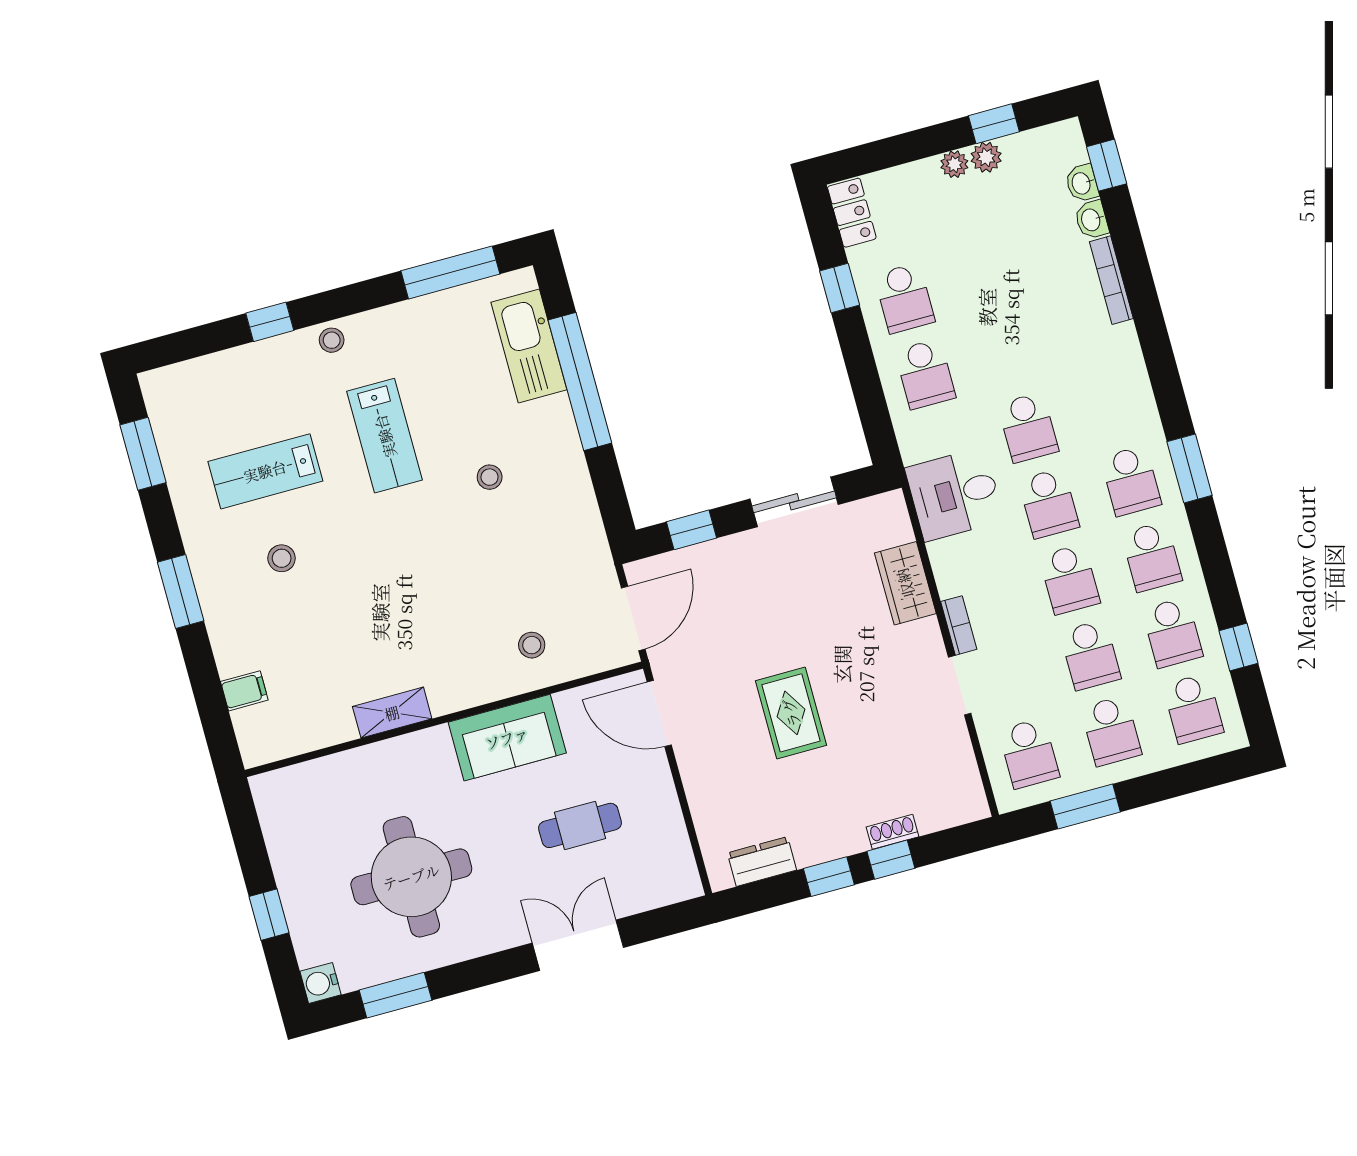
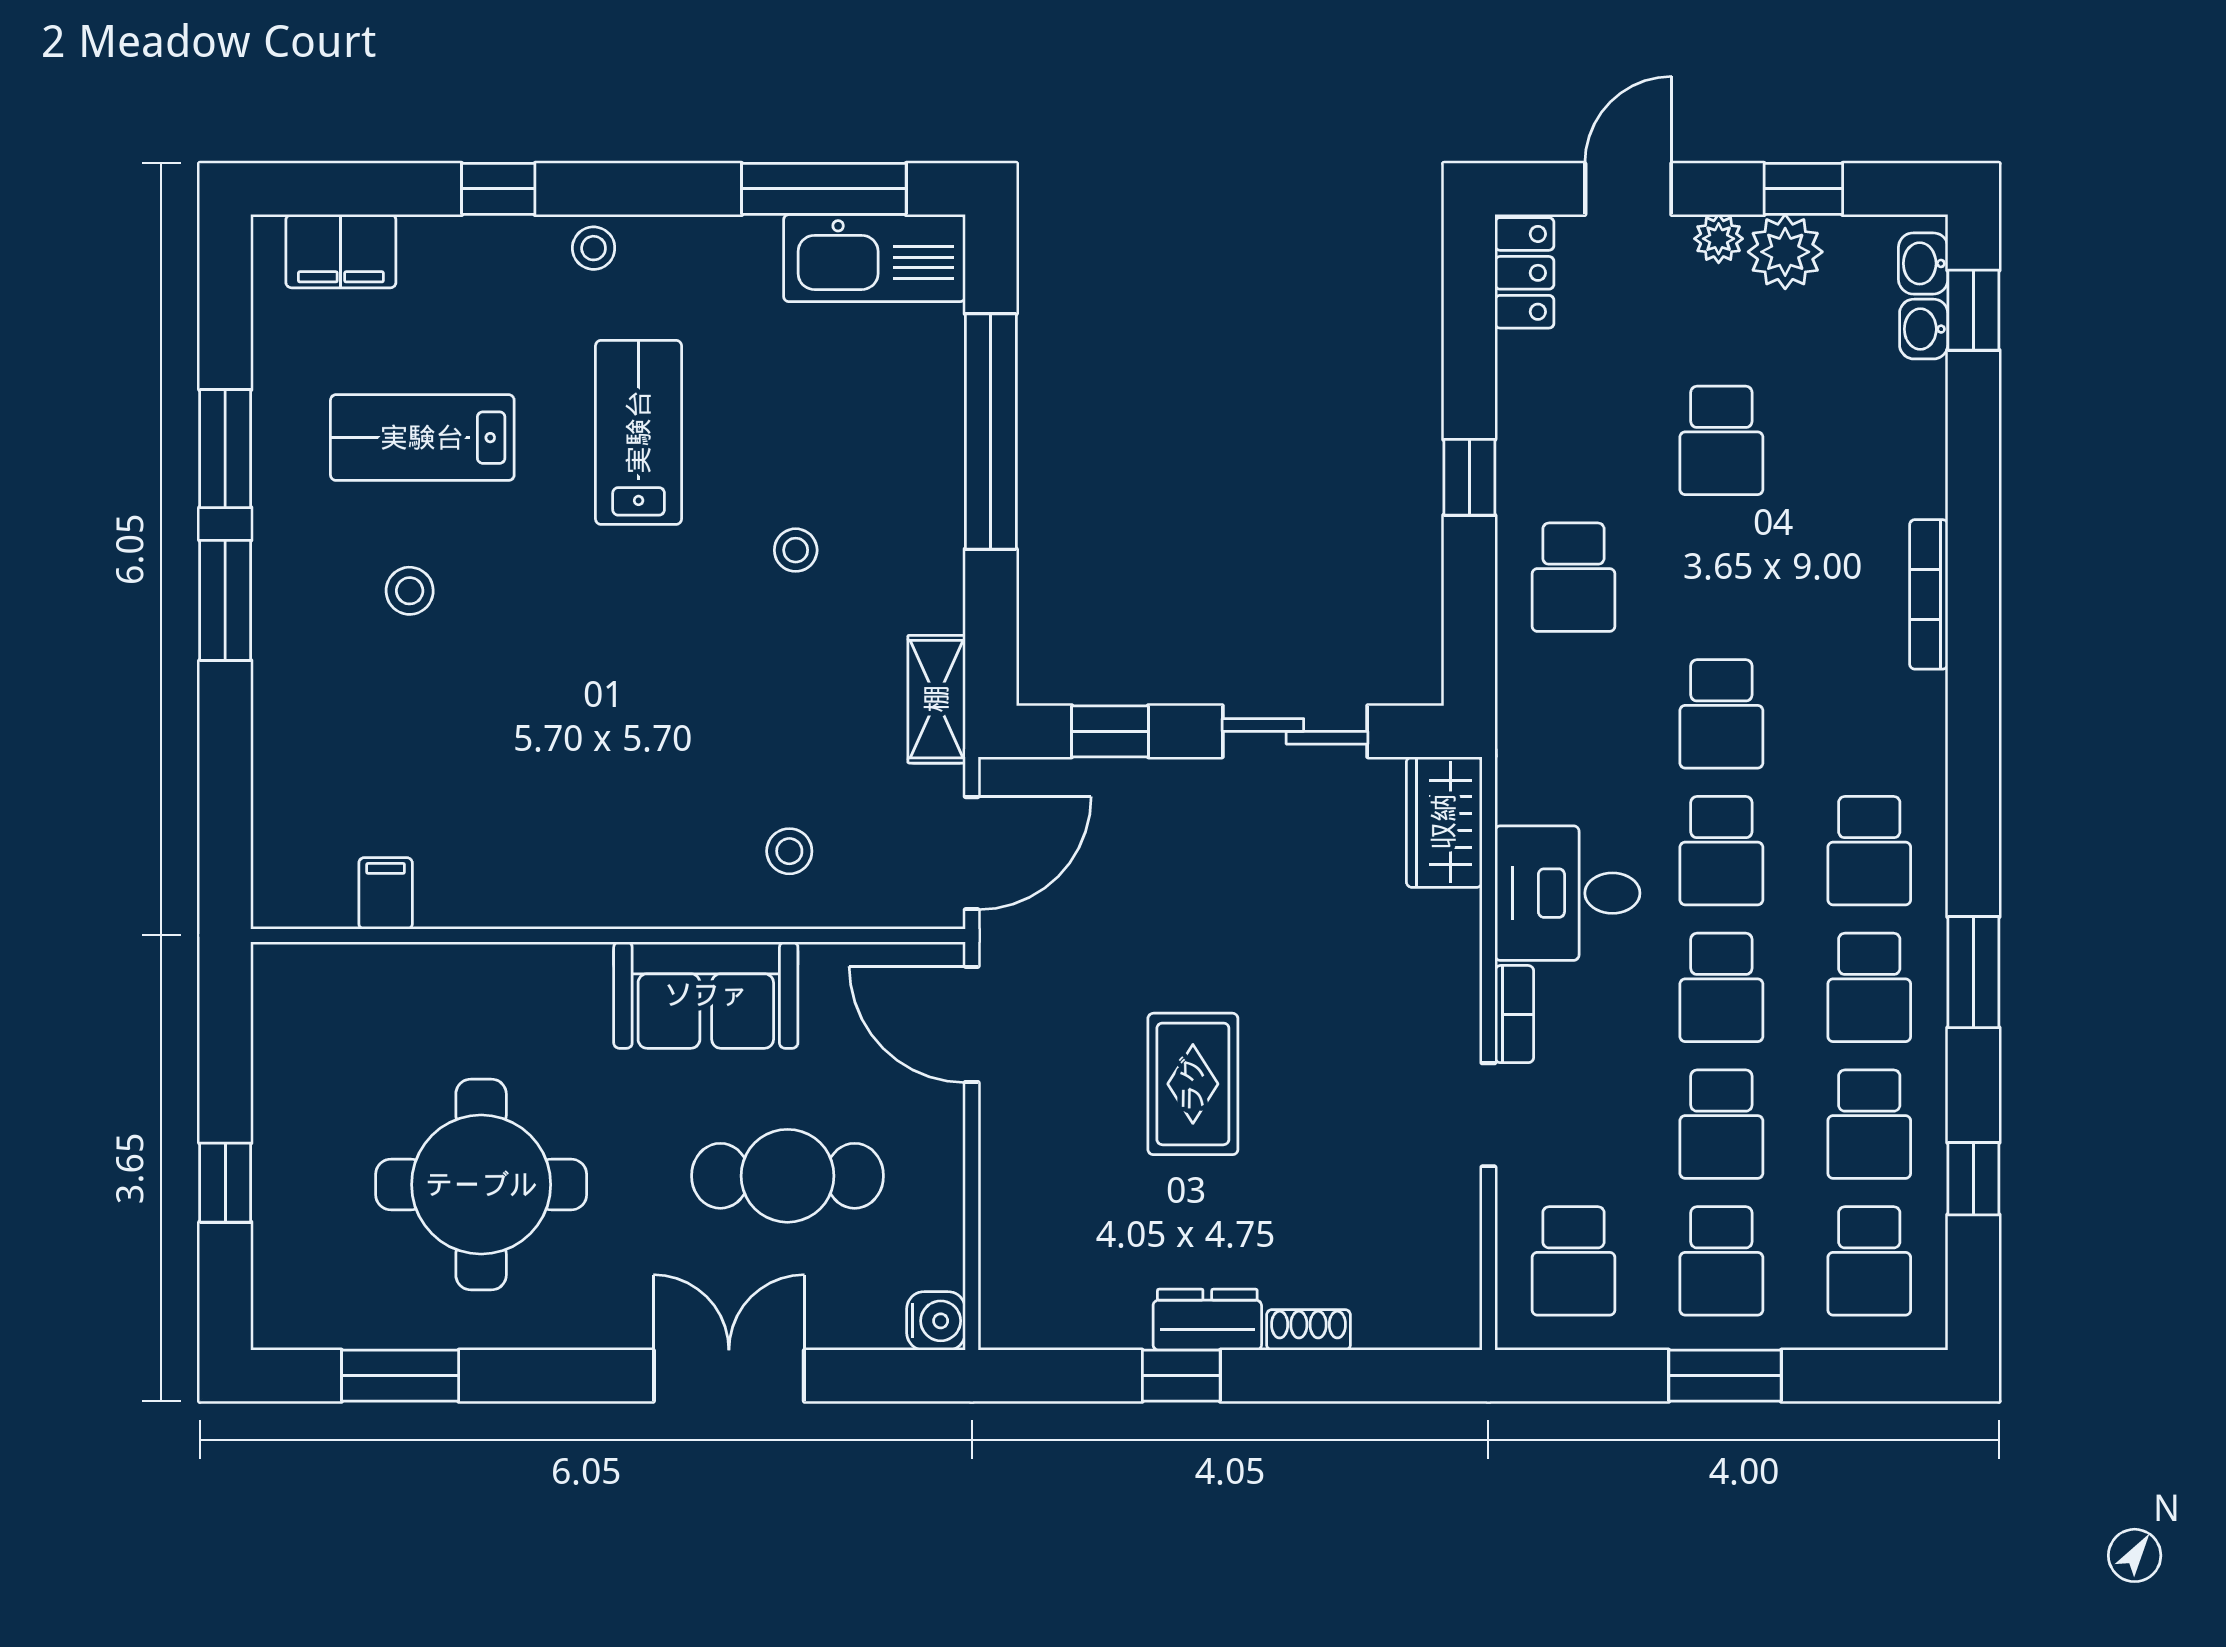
door: (897, 150) -> (1628, 189), added
plant: (986, 157) -> (1785, 252), width x1.38, depth x1.38
washbasin: (1092, 220) -> (1923, 263), moved
bookcase: (1111, 280) -> (1929, 594), moved
window: (840, 288) -> (1469, 477), moved
school desk: (904, 298) -> (1721, 440), moved
kitchen sink: (529, 346) -> (874, 258), moved, turned -90
filing cabinet: (192, 380) -> (341, 251), added
lab bench: (385, 436) -> (639, 432), turned 180
window: (143, 454) -> (225, 449), moved
window: (1190, 469) -> (1973, 972), moved
desk: (955, 494) -> (1567, 893), moved
wardrobe: (905, 583) -> (1444, 822), moved
filing cabinet: (244, 691) -> (386, 893), moved, turned -90
shelving: (392, 713) -> (937, 699), moved, turned 90
window: (1085, 806) -> (1725, 1376), moved
cafe table: (580, 825) -> (787, 1176), width x1.37, depth x1.35
window: (891, 860) -> (1293, 1376), removed
dresser: (762, 861) -> (1207, 1320), moved
water cooler: (320, 983) -> (936, 1321), moved, turned 180

